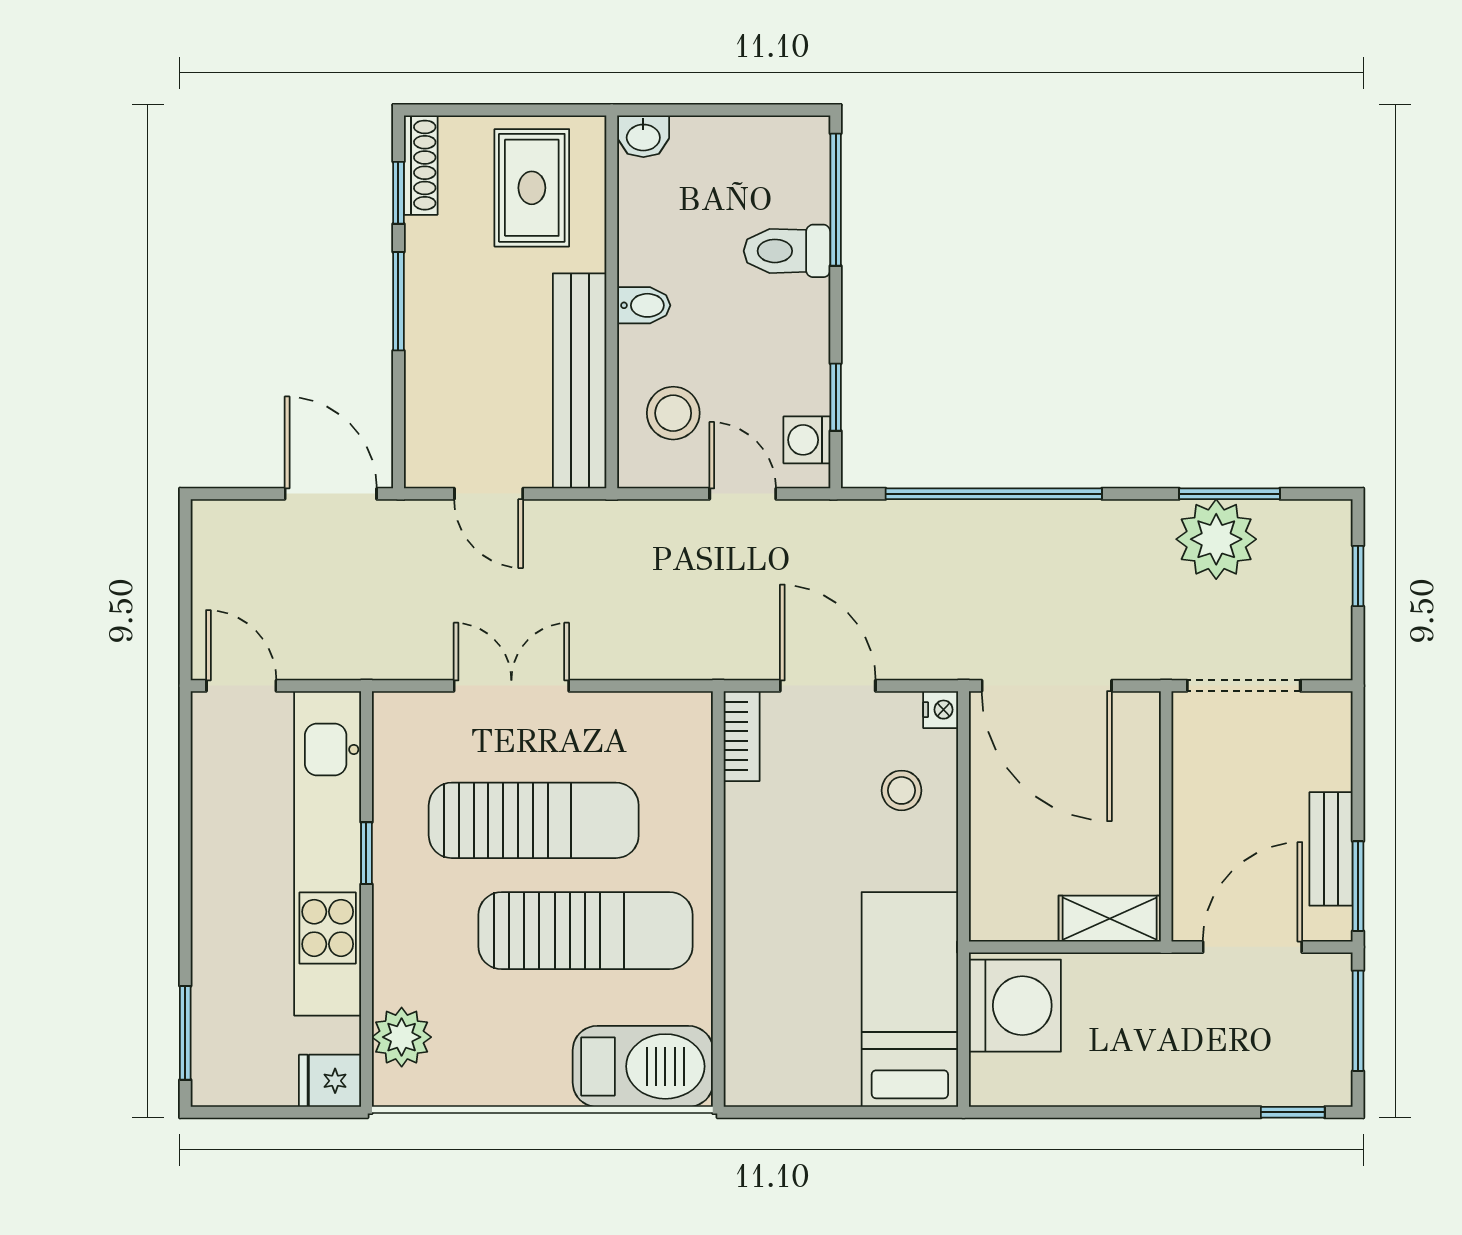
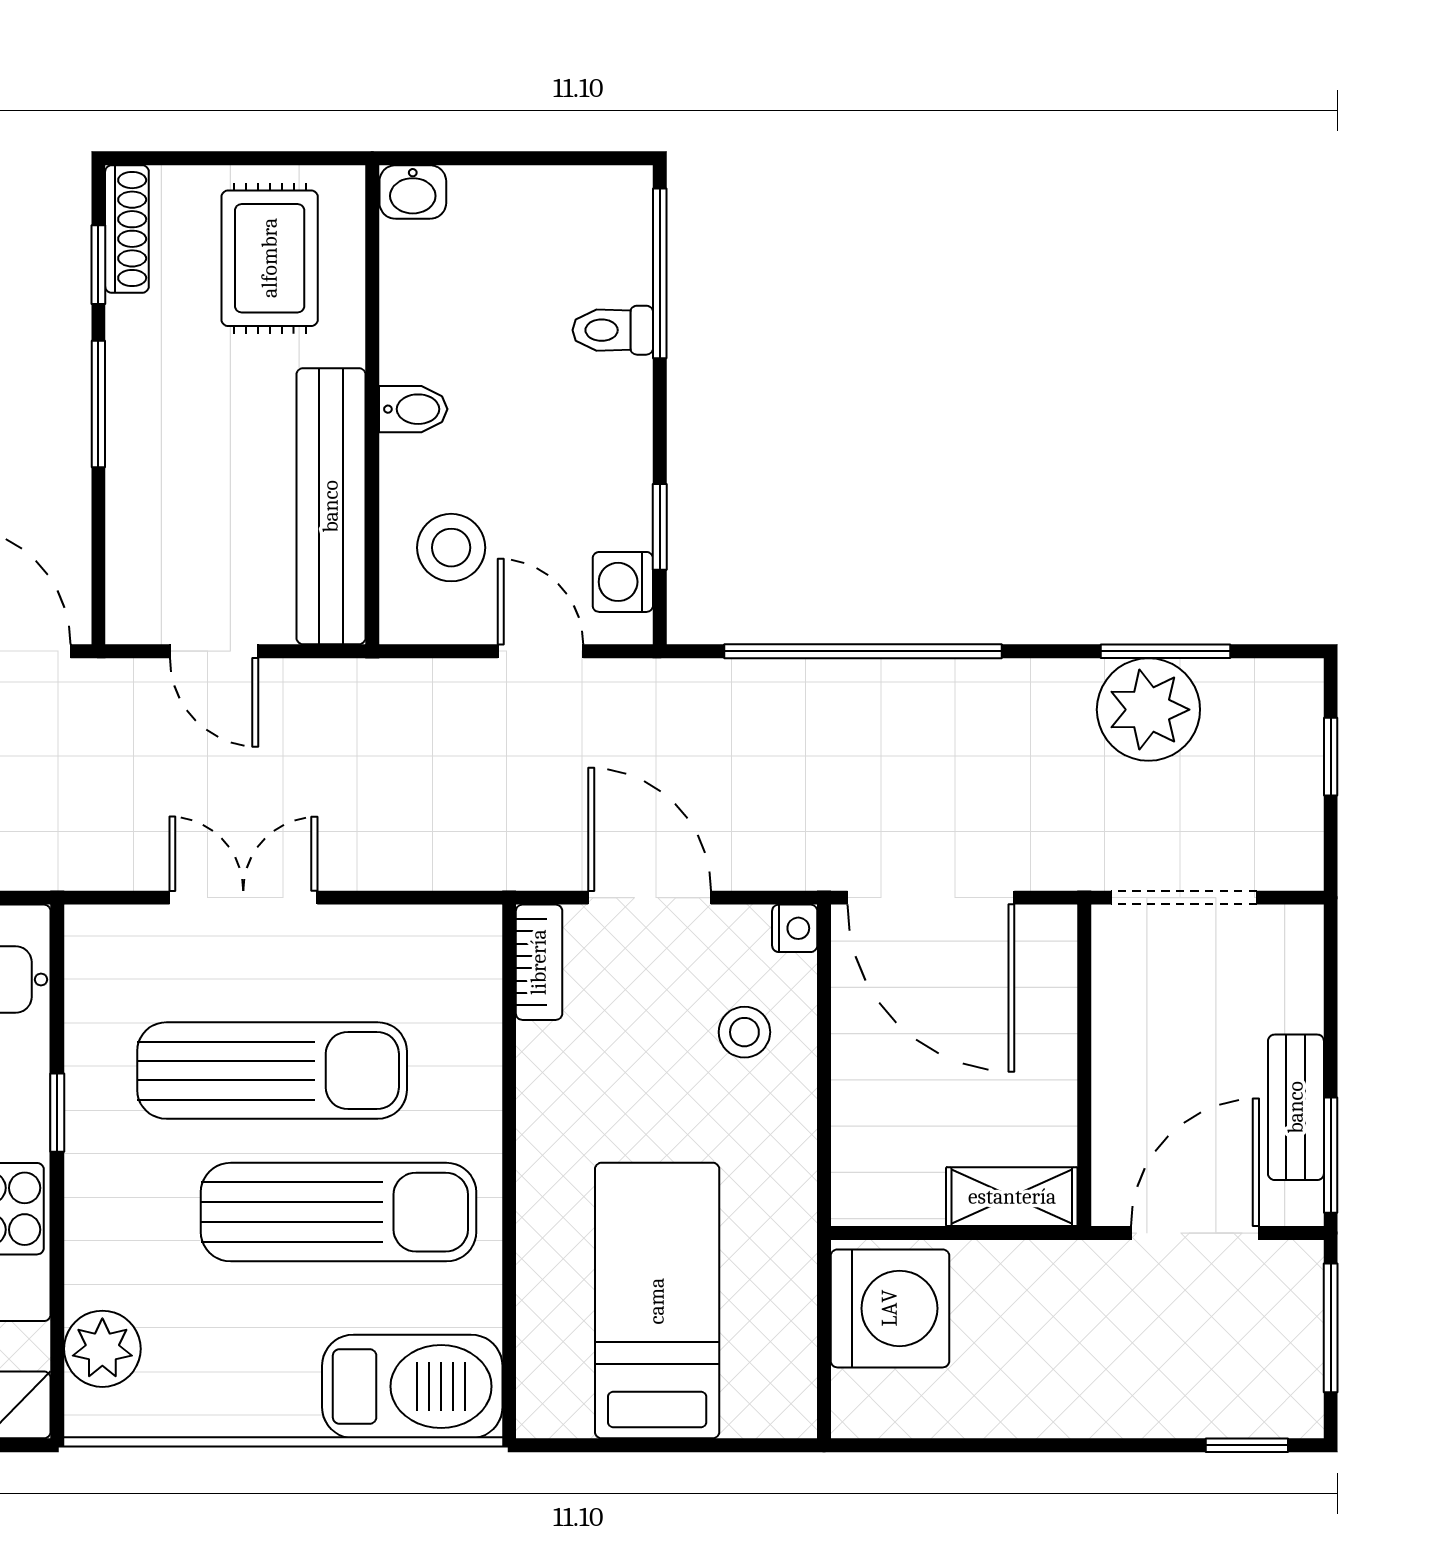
toilet: (787, 251) -> (613, 330), width x0.73, depth x0.72
bed: (910, 999) -> (657, 1301), moved

